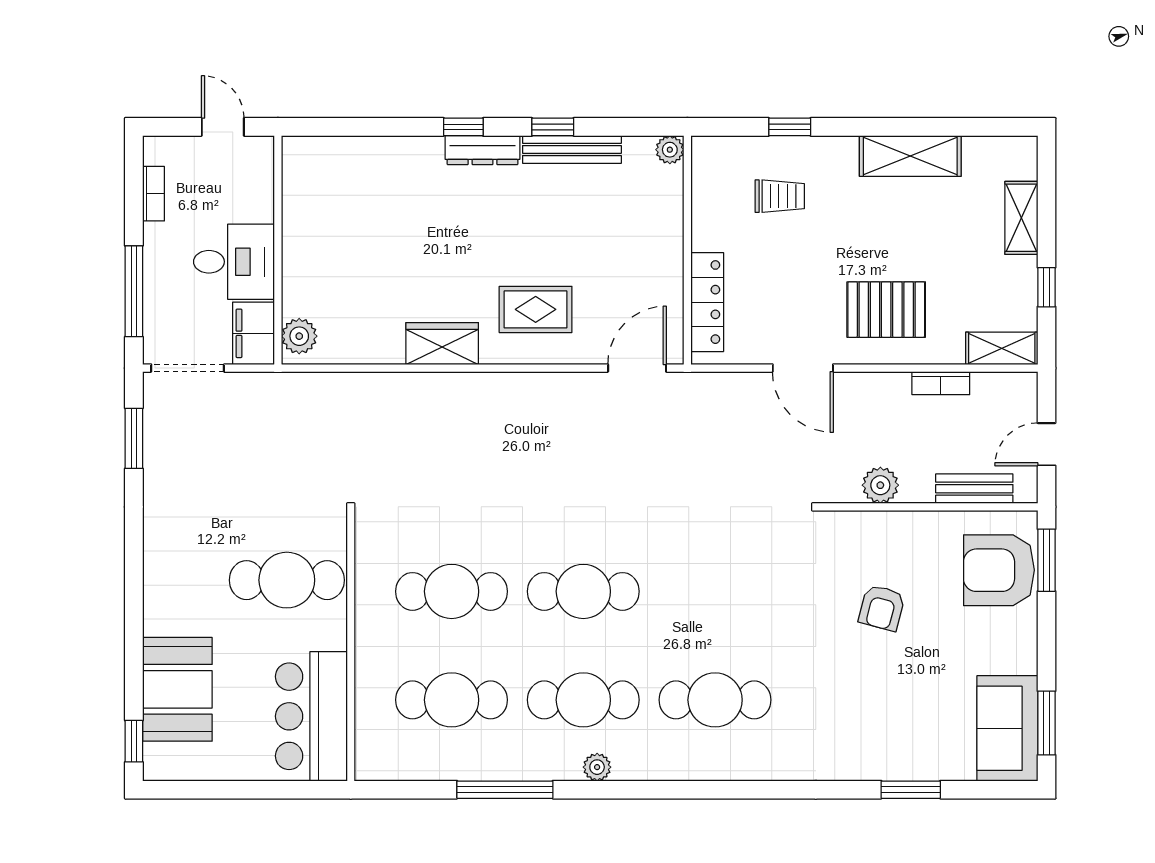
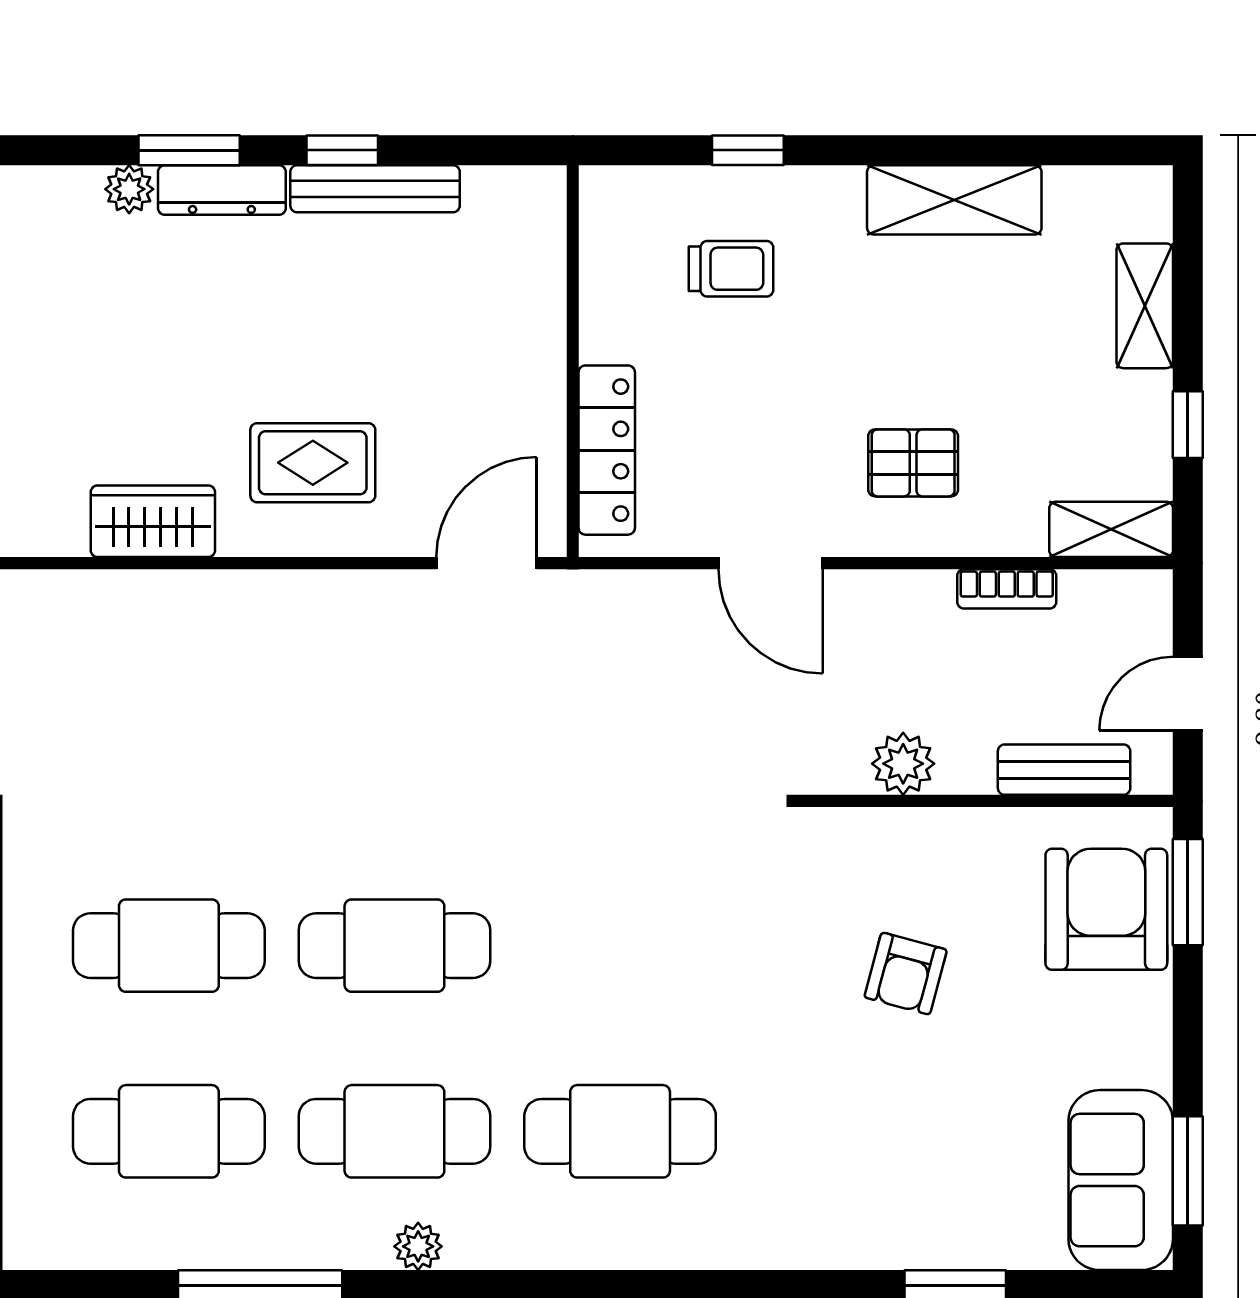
window: (463, 127) -> (189, 150), width x1.50
plant: (670, 150) -> (129, 189), moved
pallet: (886, 310) -> (913, 463), width x0.67, depth x0.71
armchair: (999, 570) -> (1106, 909), turned 90

